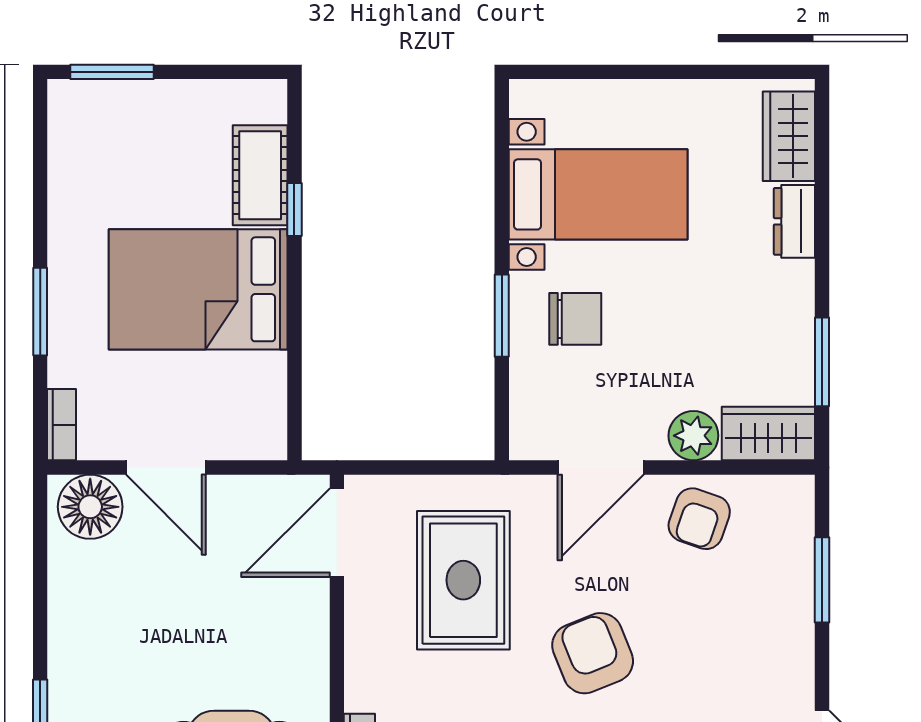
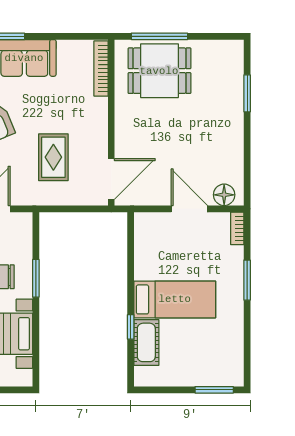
bed: (198, 289) -> (175, 299), width x0.67
floor lamp: (90, 507) -> (224, 195), width x0.73, depth x0.73
rug: (463, 580) -> (53, 157), width x0.73, depth x0.70

